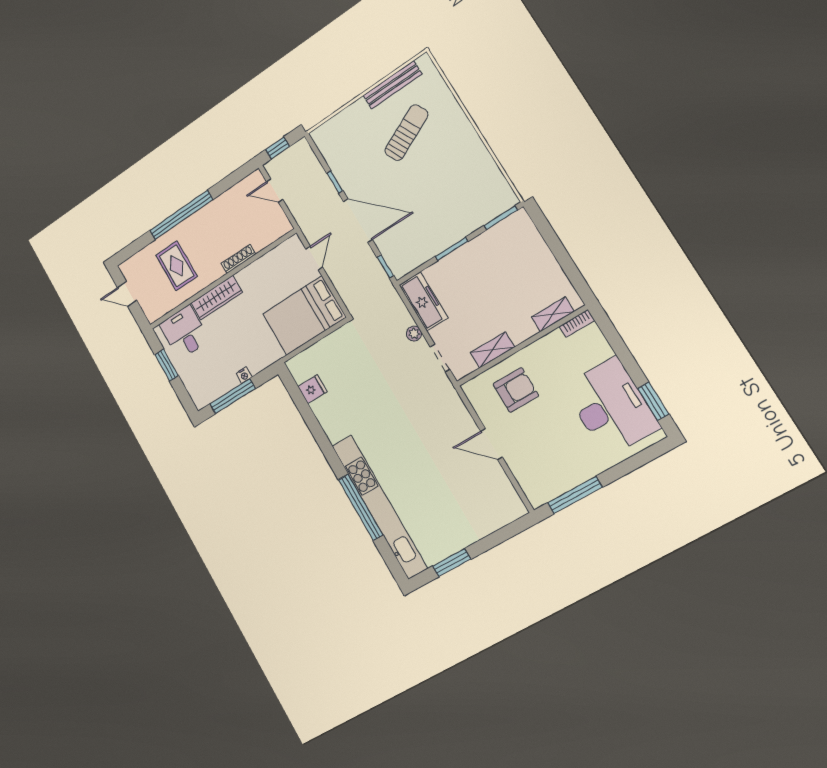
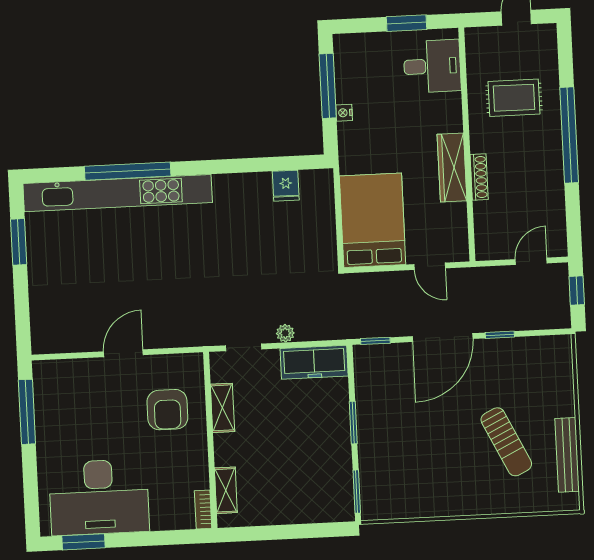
wardrobe: (217, 298) -> (452, 168), moved

